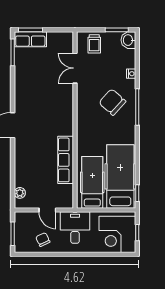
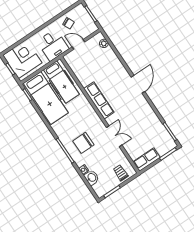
row of seats: (30, 39) -> (147, 160), moved
washbasin: (128, 40) -> (92, 178), moved
double door: (75, 68) -> (114, 136), moved
chair: (112, 102) -> (83, 143), turned 138
row of seats: (66, 160) -> (99, 100), moved

